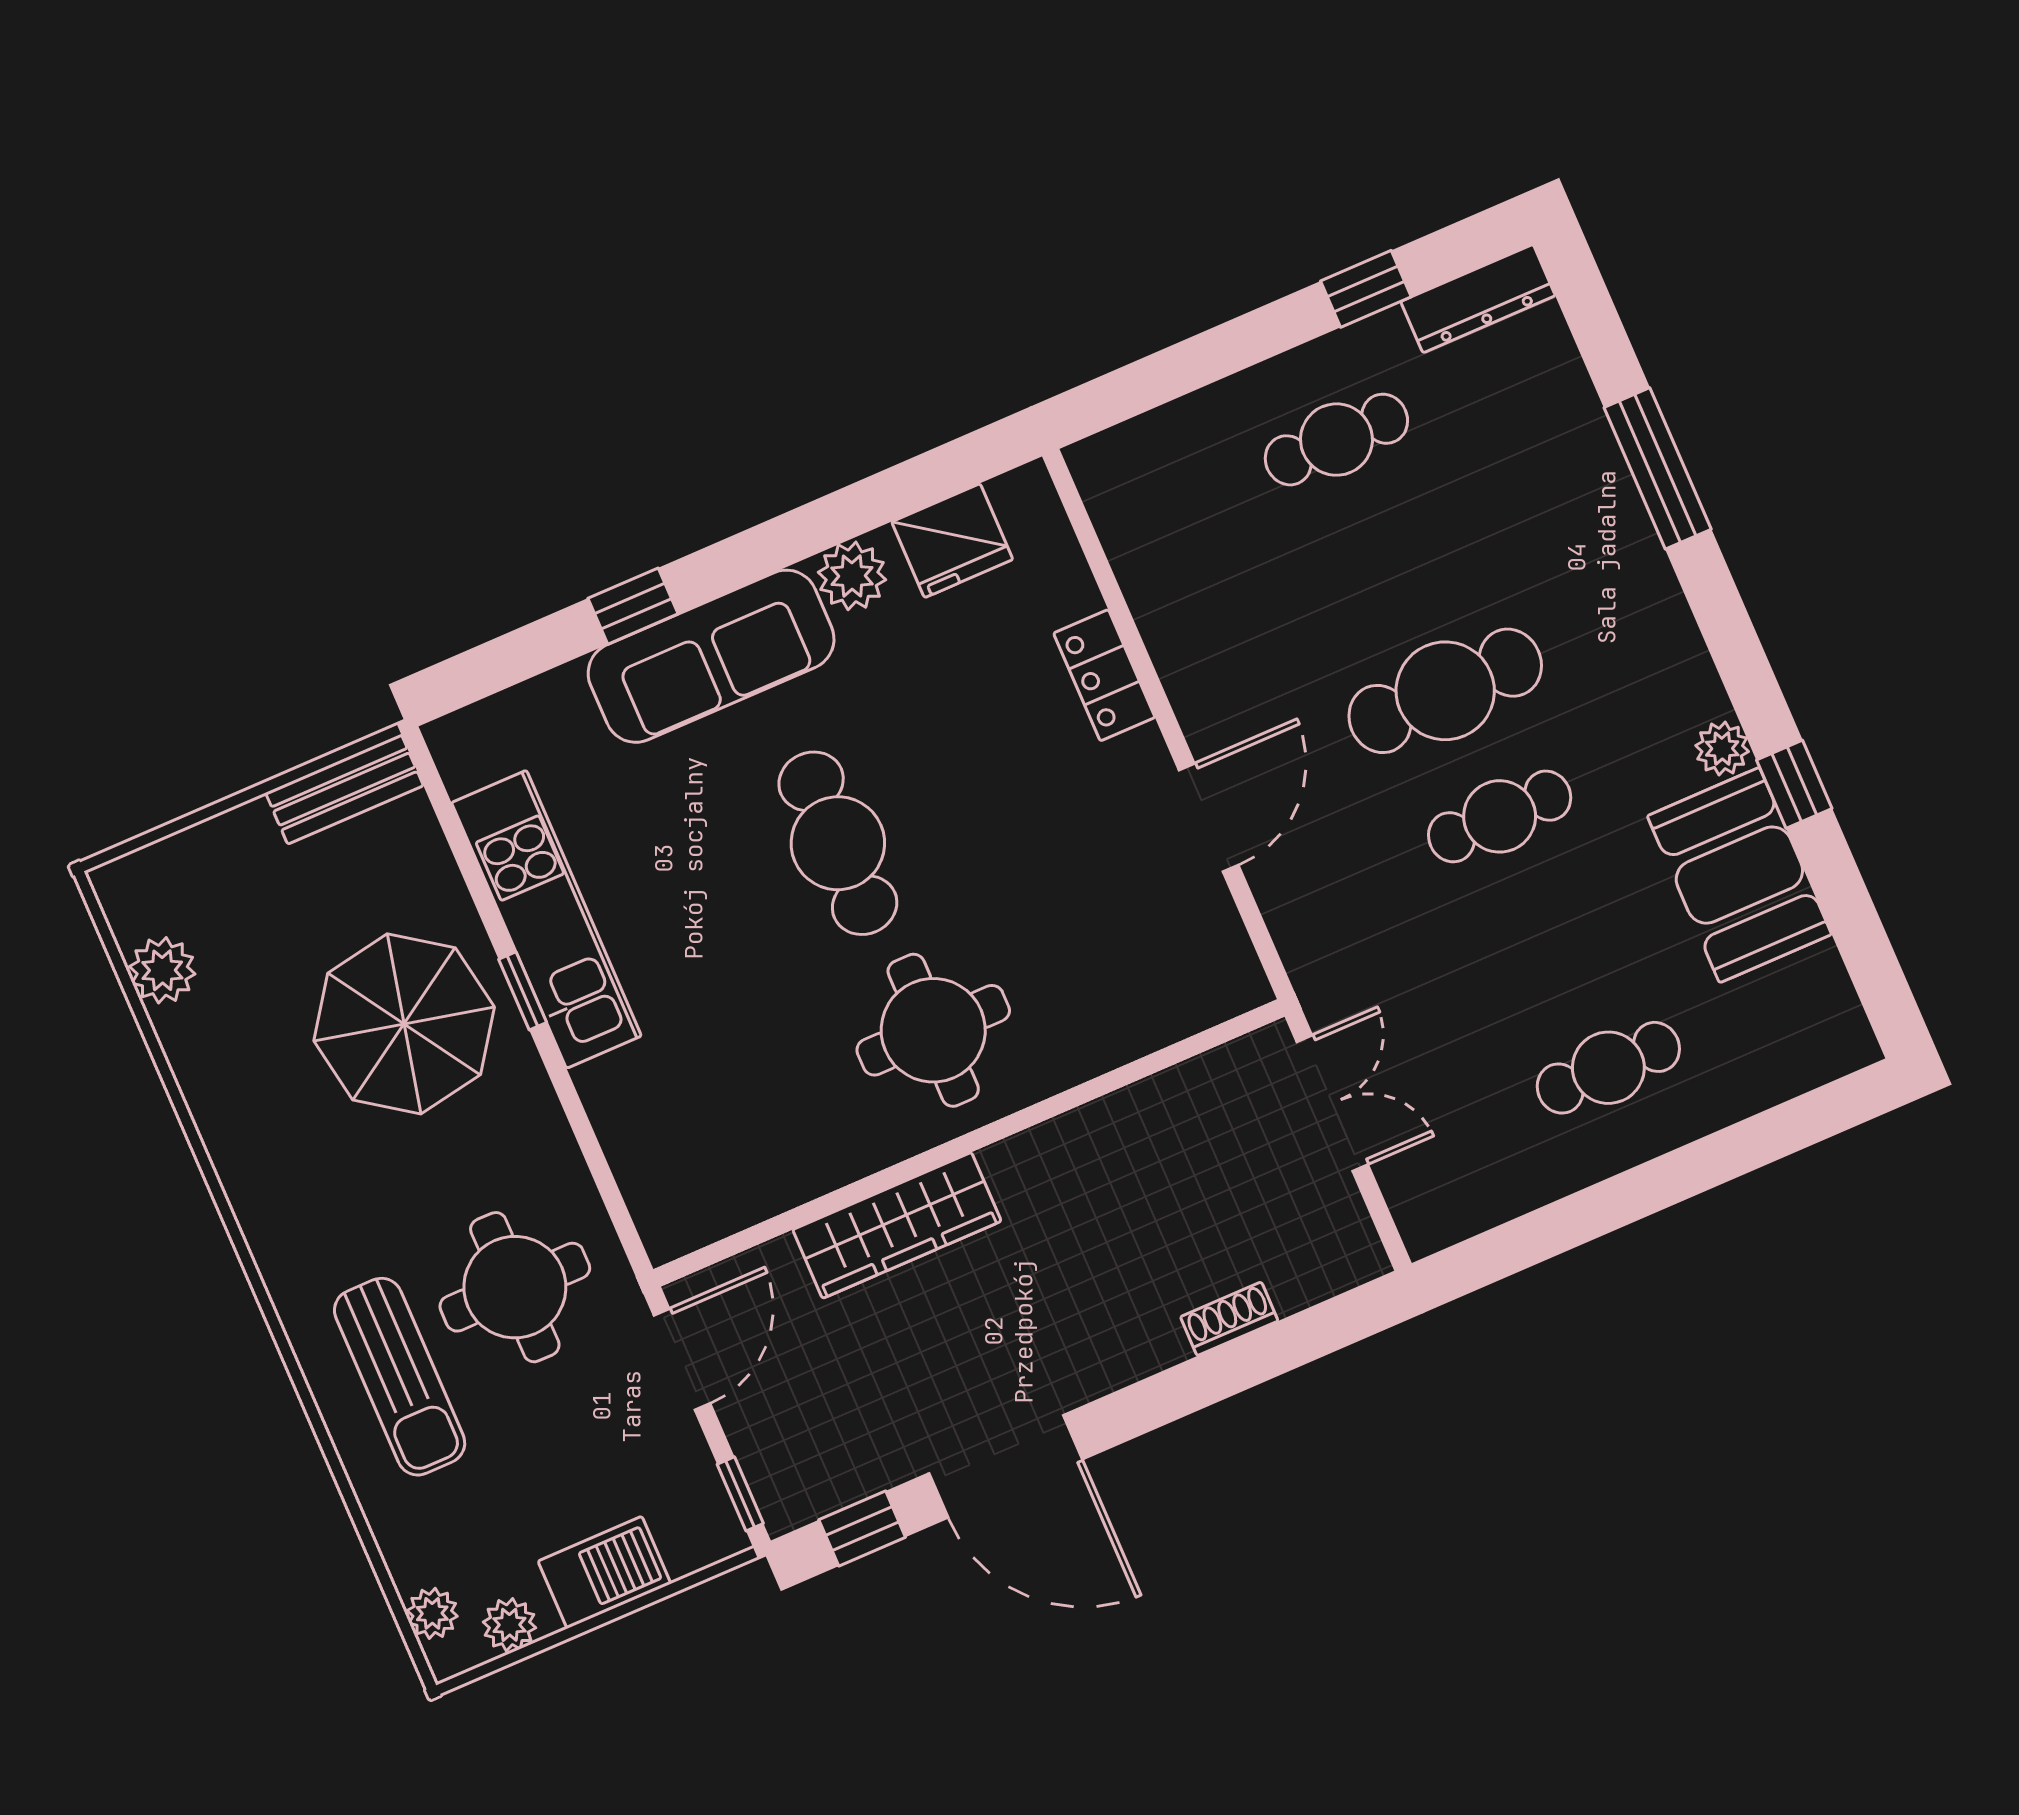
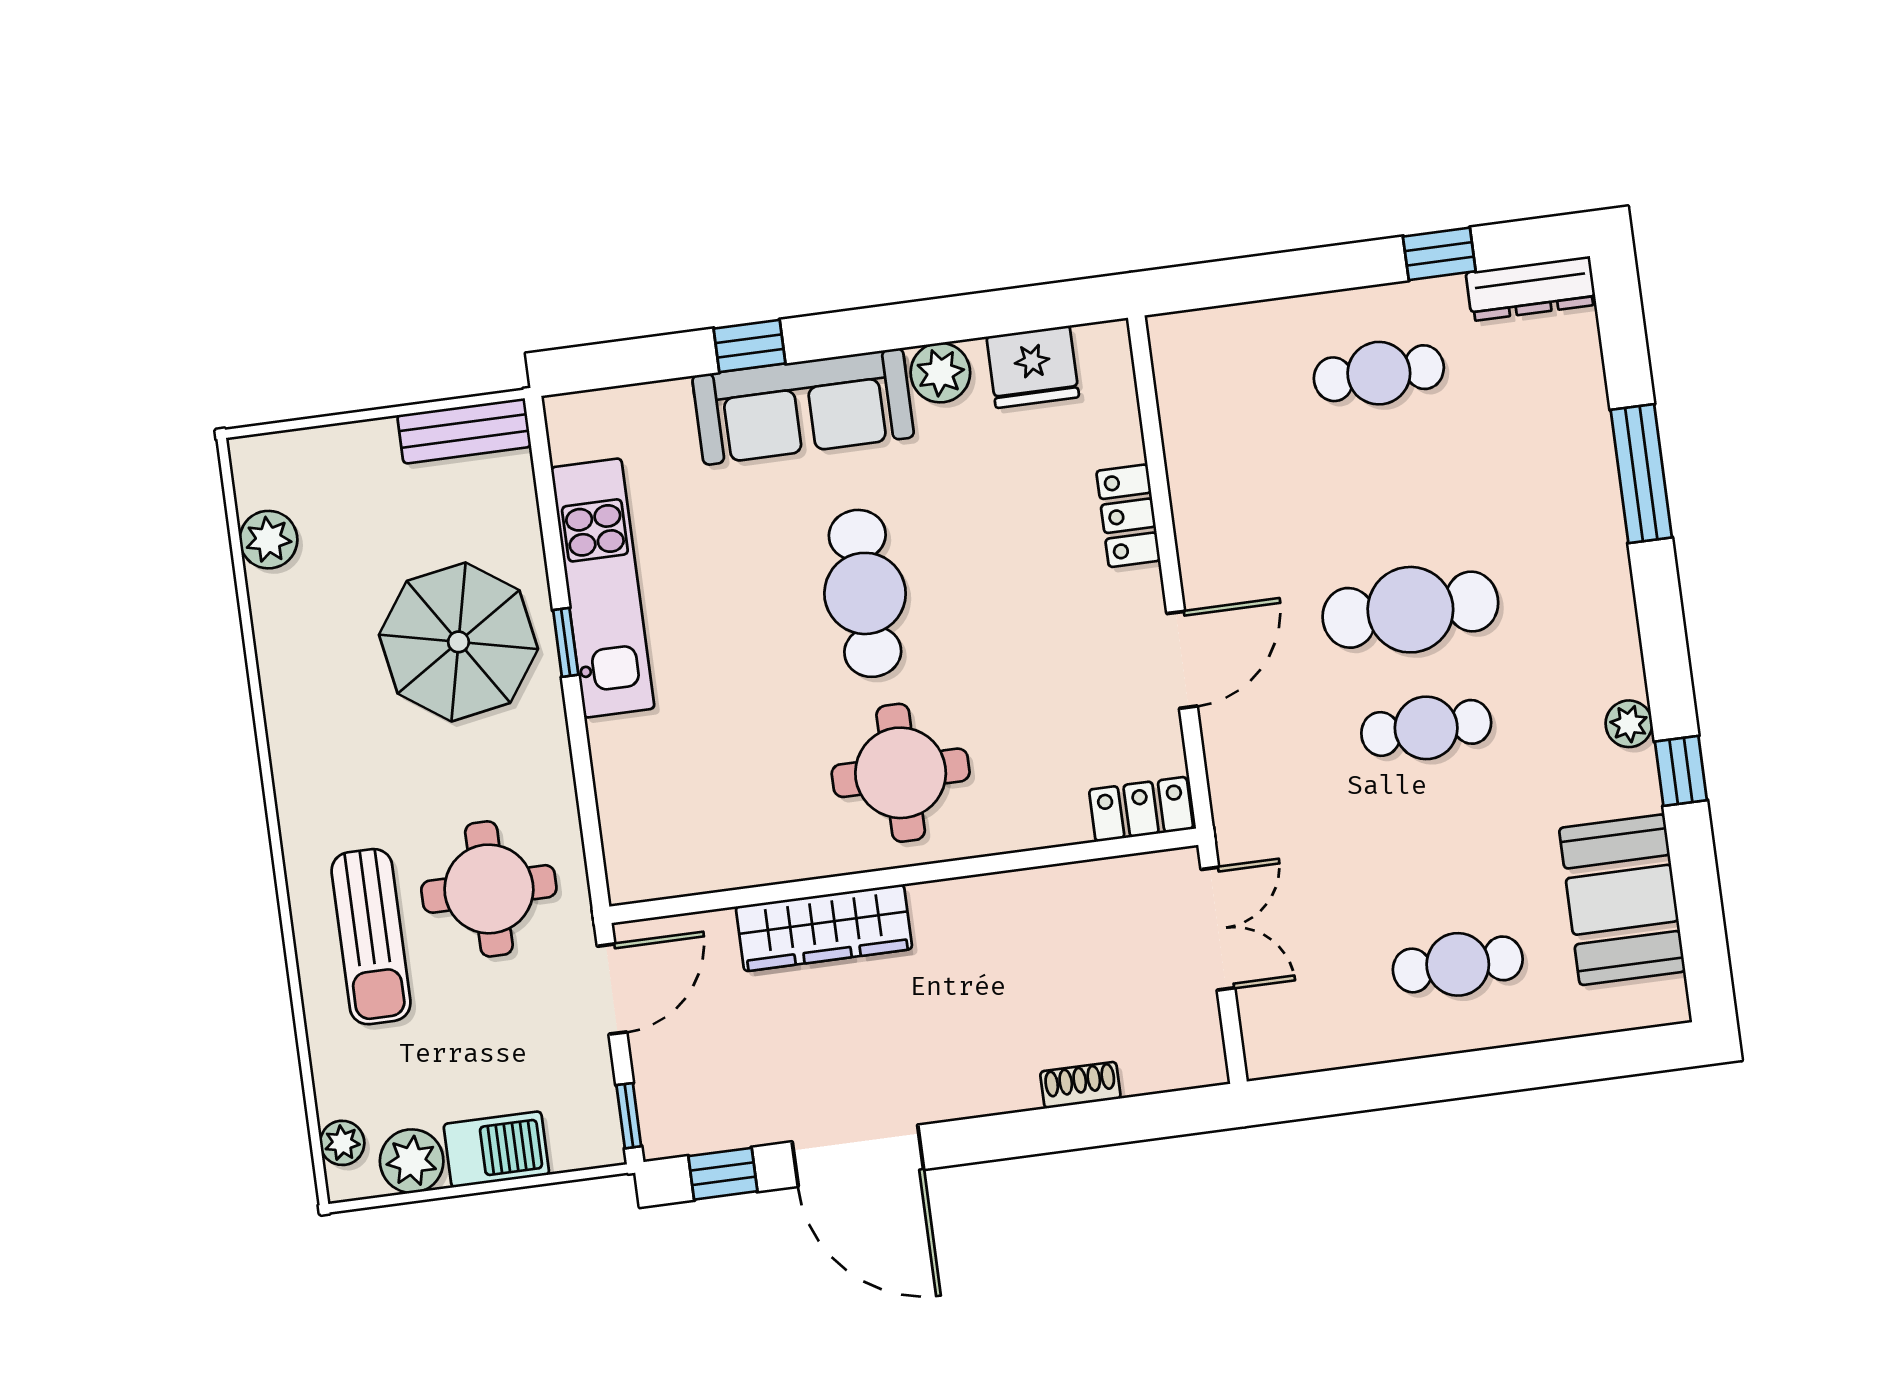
booth: (1739, 875) -> (1622, 900), moved
locker: (1210, 995) -> (1141, 809), added
plant: (509, 1625) -> (412, 1161), width x1.38, depth x1.38

